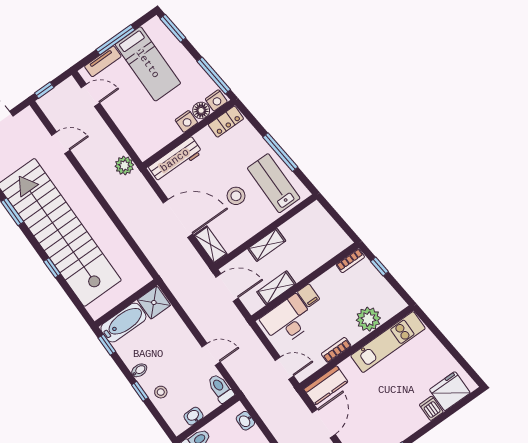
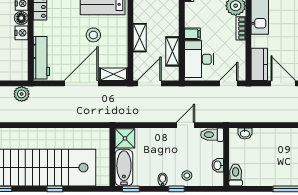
bookcase: (336, 350) -> (241, 28), moved

